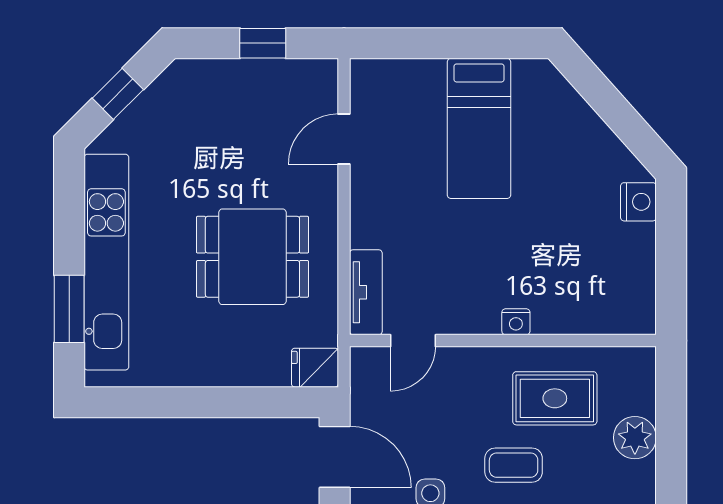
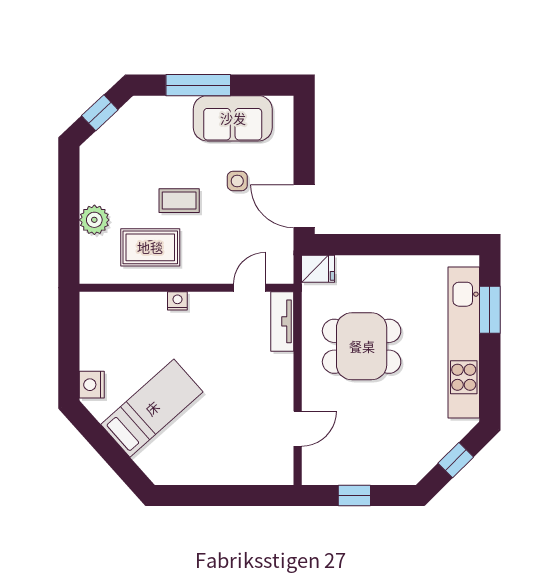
bed: (479, 128) -> (152, 408), moved, turned 48

